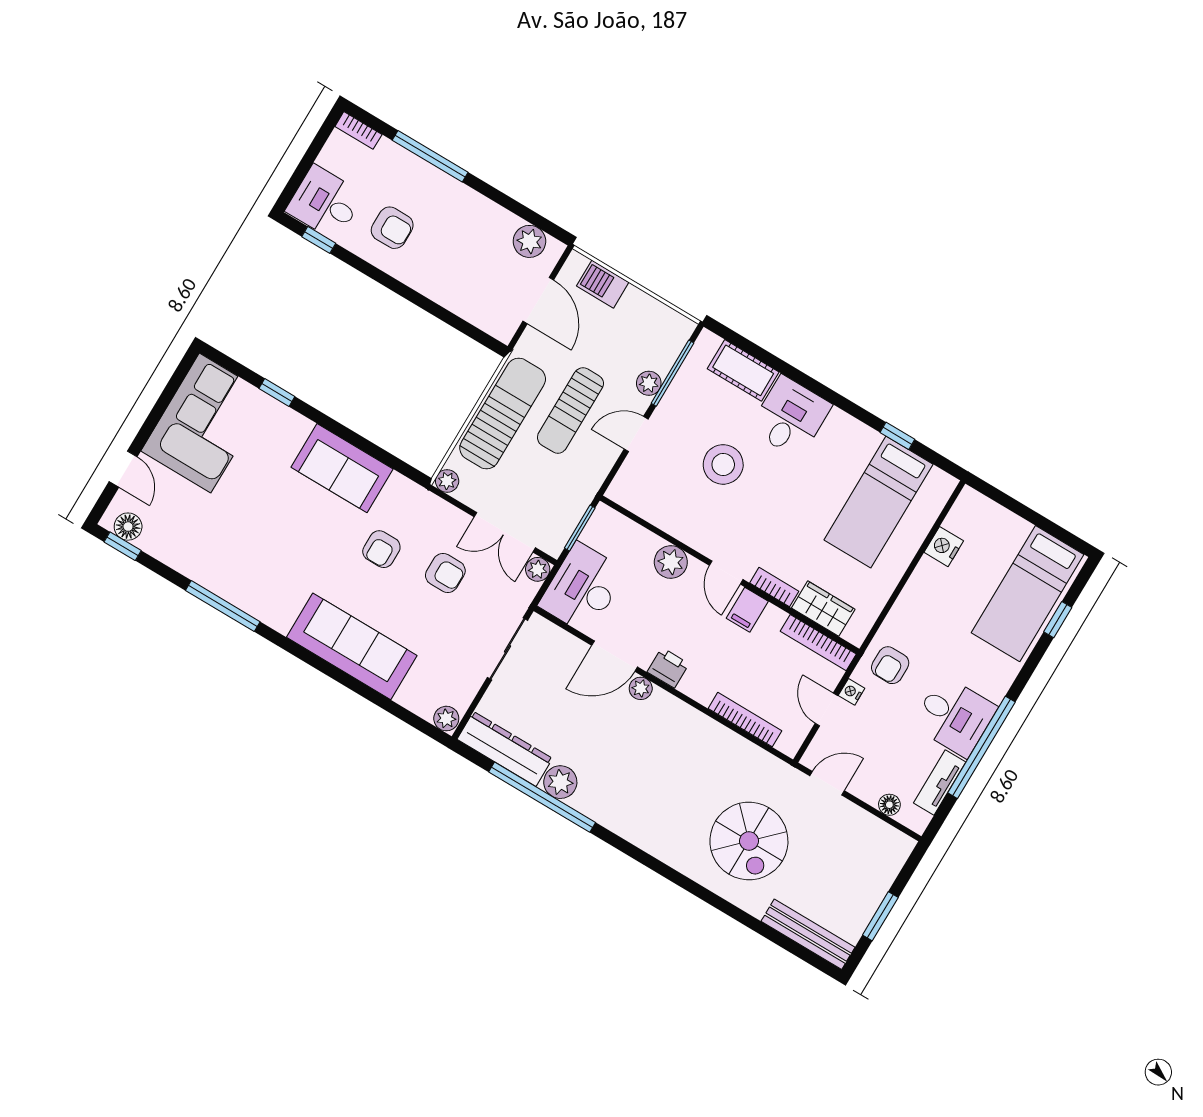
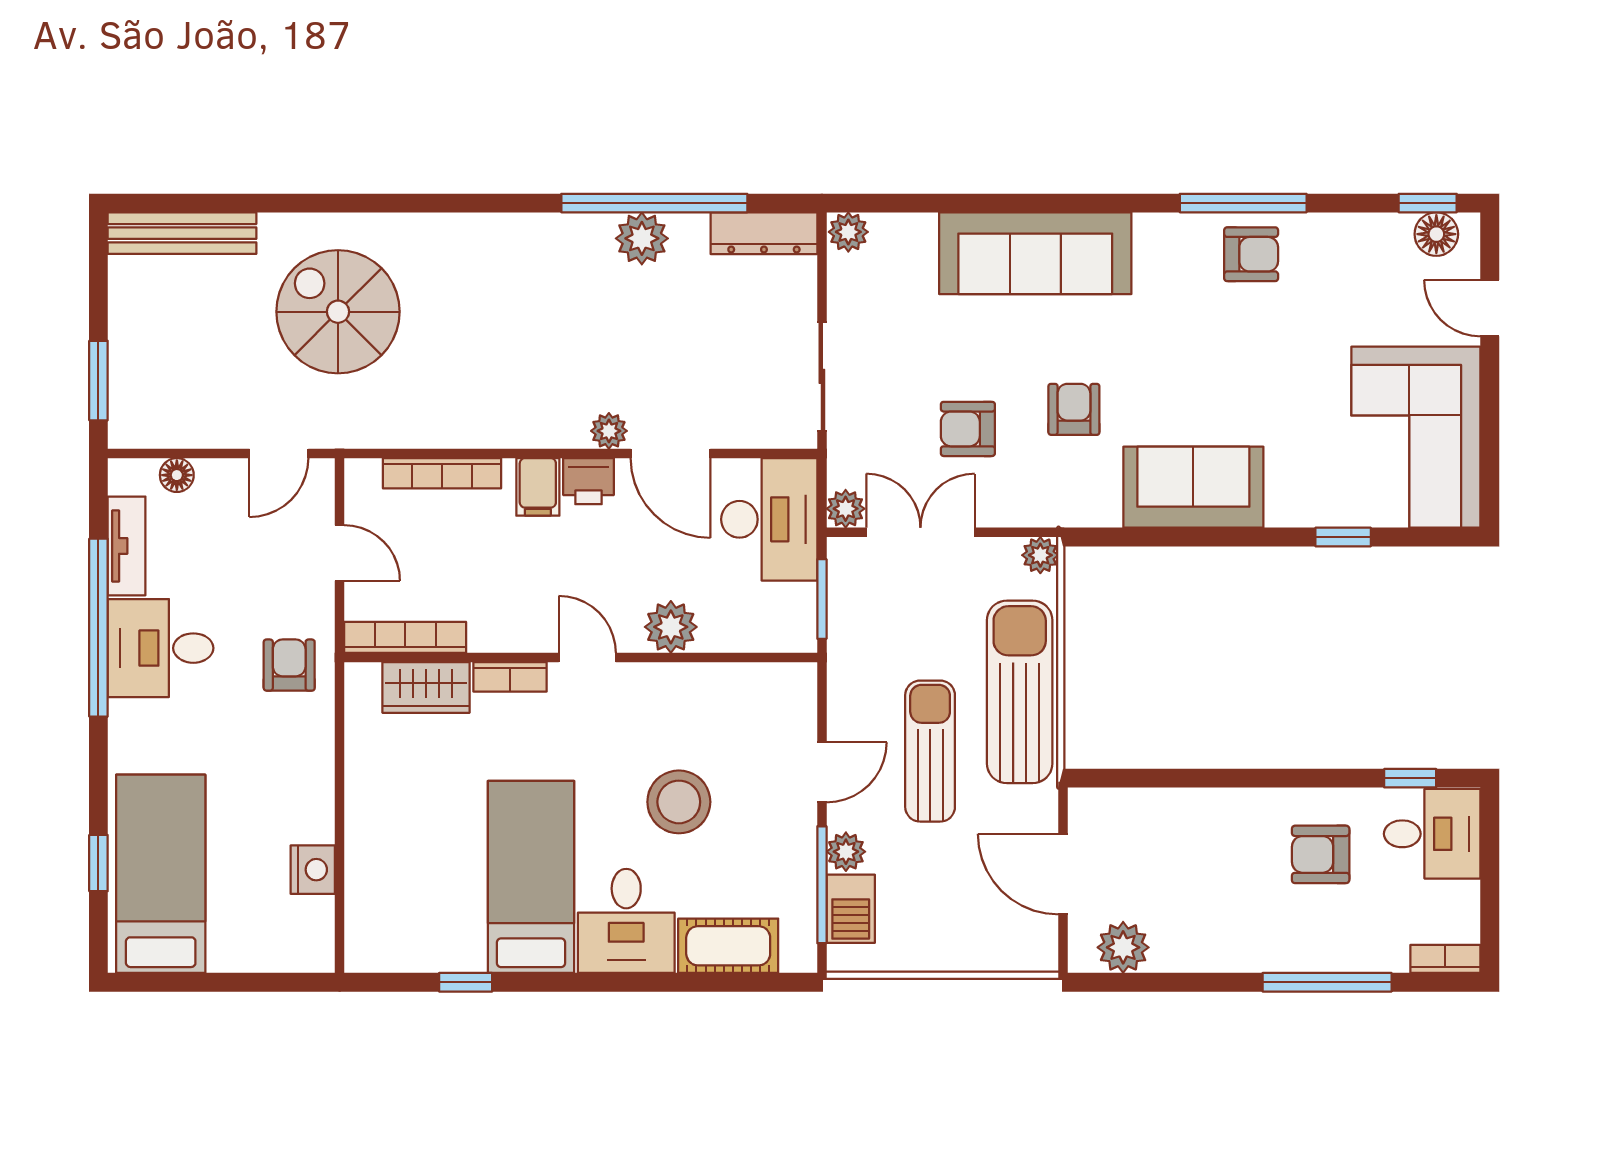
barbecue: (603, 284) -> (851, 909), moved, turned 90
sun lounger: (503, 414) -> (1020, 692), turned 180
bed: (878, 502) -> (531, 877), moved
armchair: (235, 576) -> (1251, 254), added
filing cabinet: (747, 610) -> (538, 487), moved, turned 180
door: (615, 656) -> (671, 454), swing flipped
nightstand: (852, 692) -> (320, 598), removed
dresser: (505, 749) -> (764, 233), width x0.73, depth x0.80
window: (880, 916) -> (98, 381), moved

